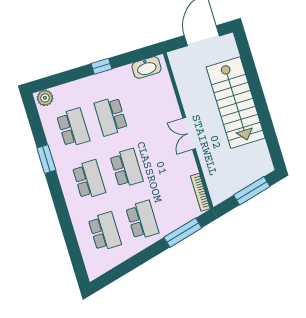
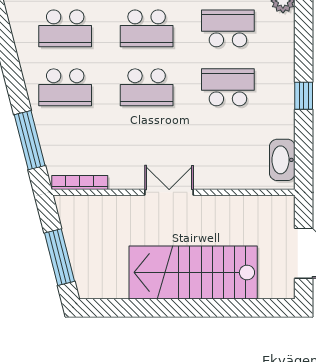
school desk: (73, 128) -> (228, 28), turned 180

